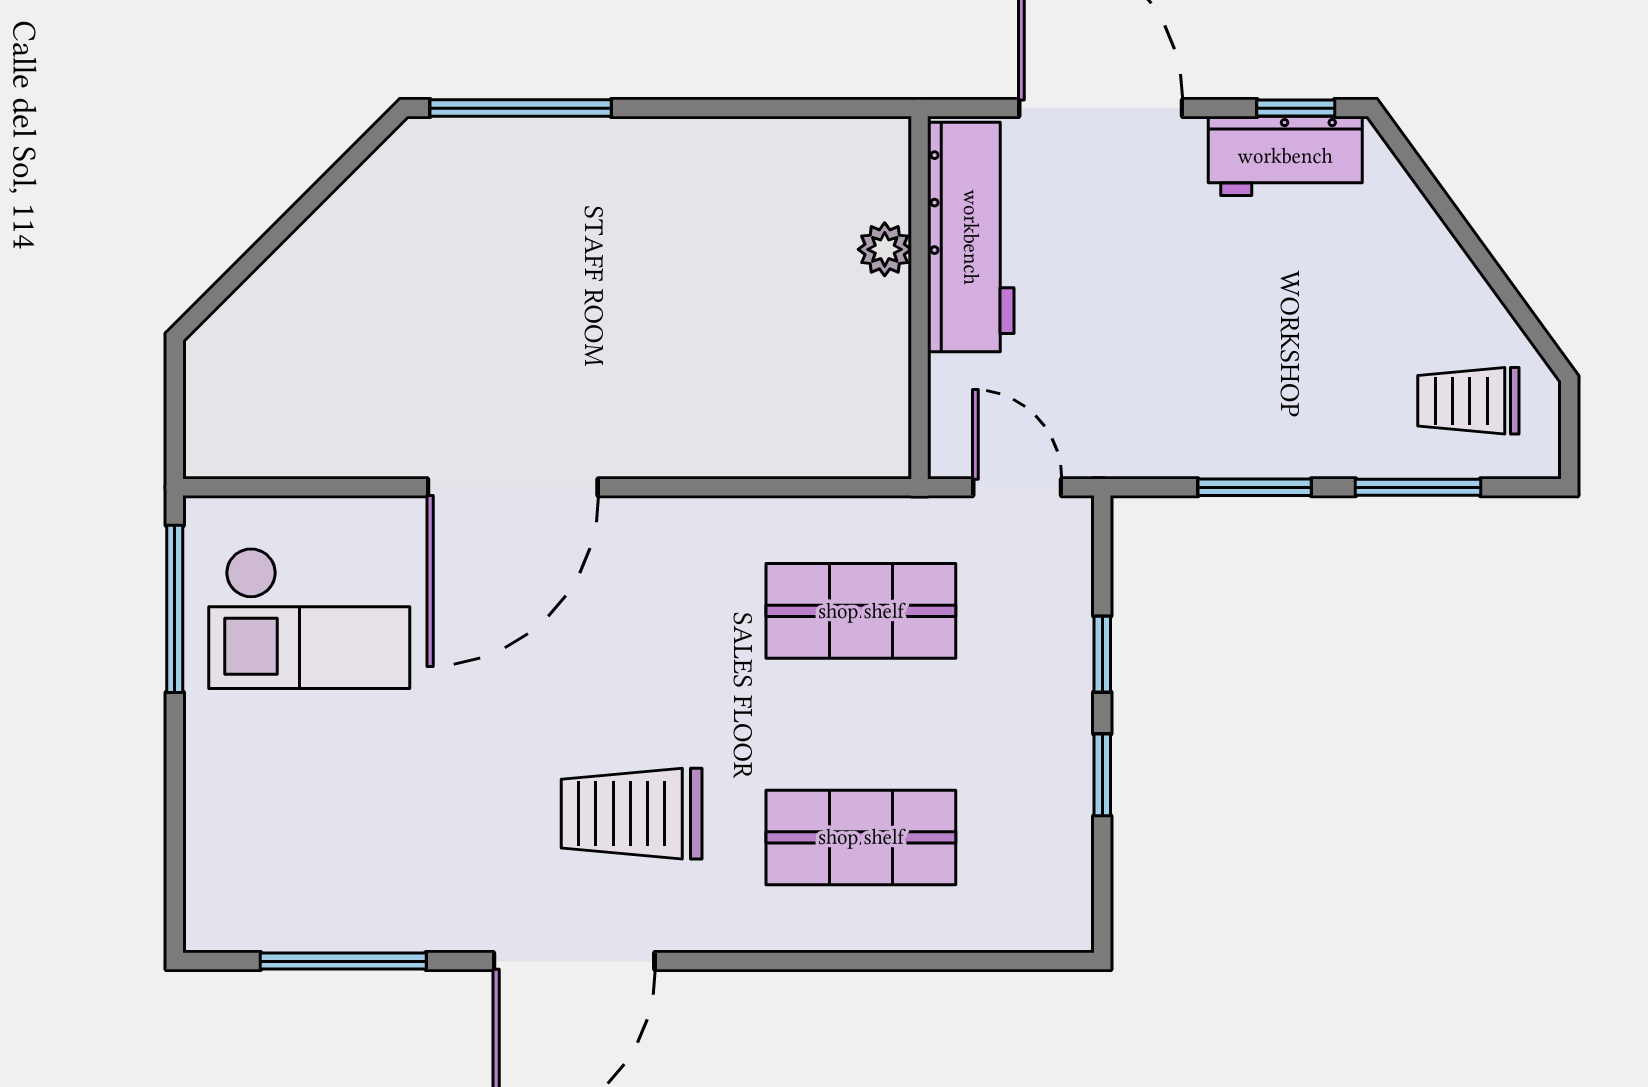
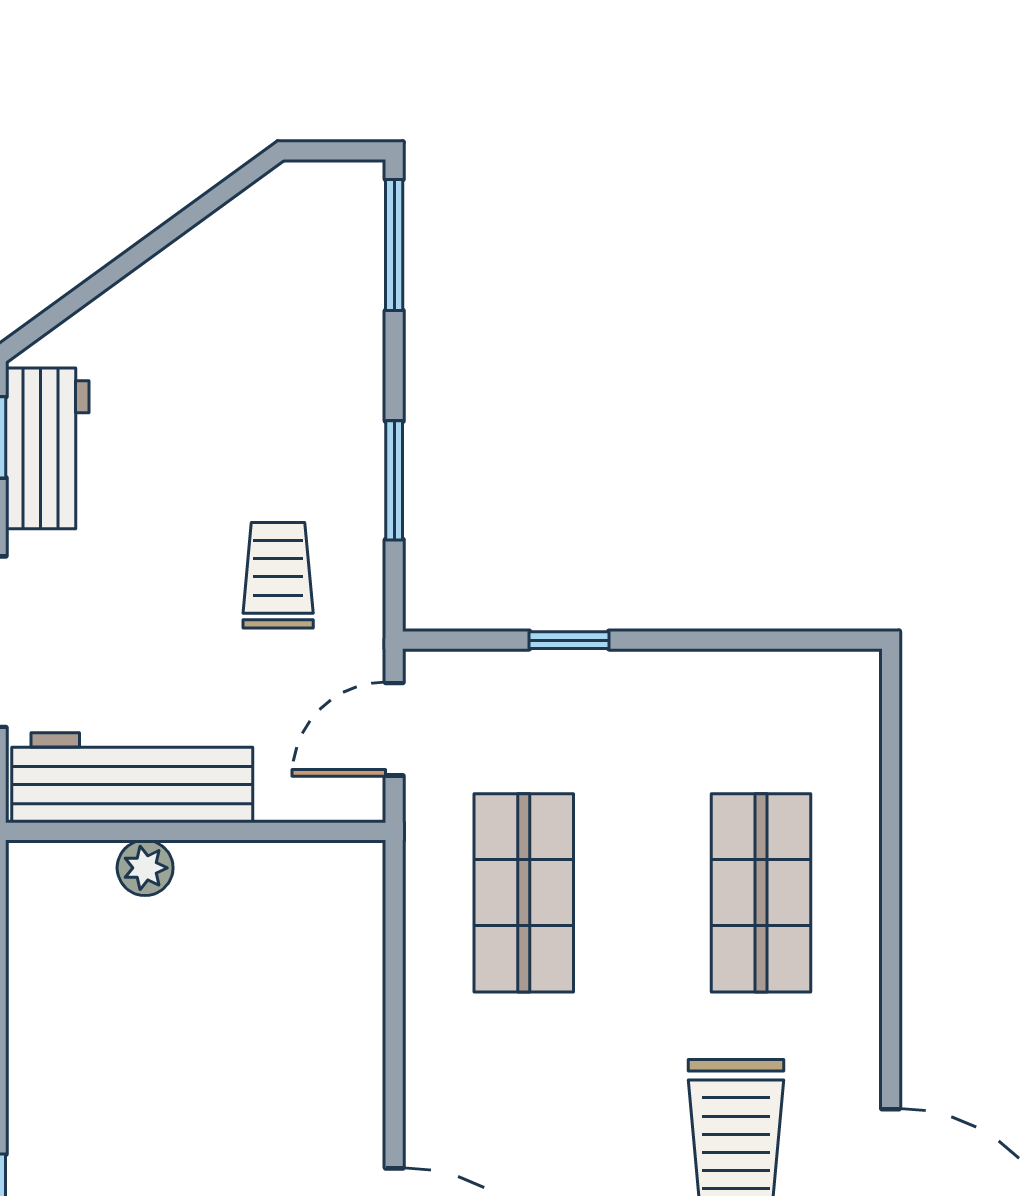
trolley: (1468, 401) -> (278, 575), moved, turned 180
window: (1418, 487) -> (394, 245), moved
window: (1102, 775) -> (695, 640), removed

